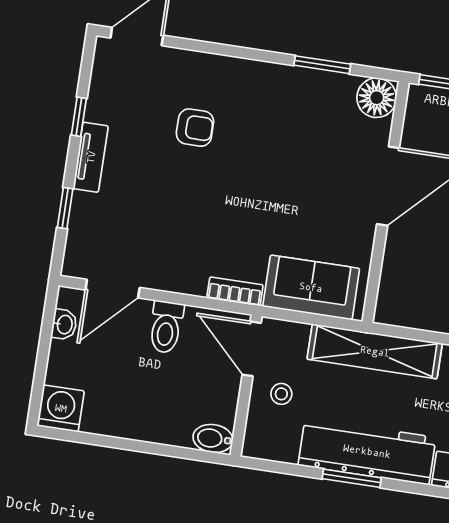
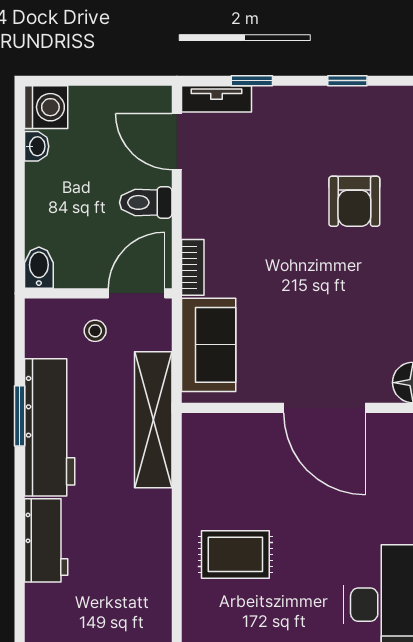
armchair: (195, 128) -> (354, 201), width x1.38, depth x1.38
tv unit: (91, 157) -> (216, 99), moved
washbasin: (64, 324) -> (37, 146), moved, turned -90

